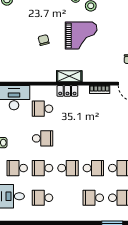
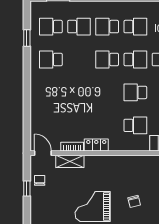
shelving: (69, 76) -> (70, 161), moved
locker: (67, 91) -> (96, 145), moved
school desk: (93, 168) -> (107, 27), moved

